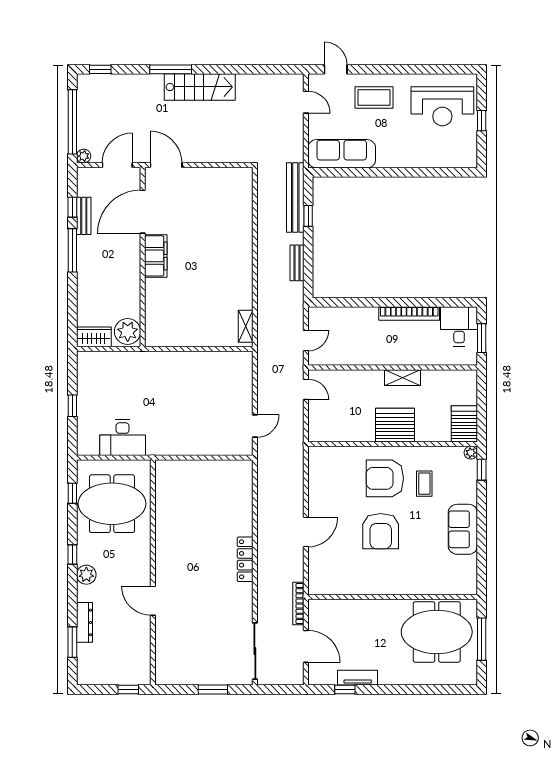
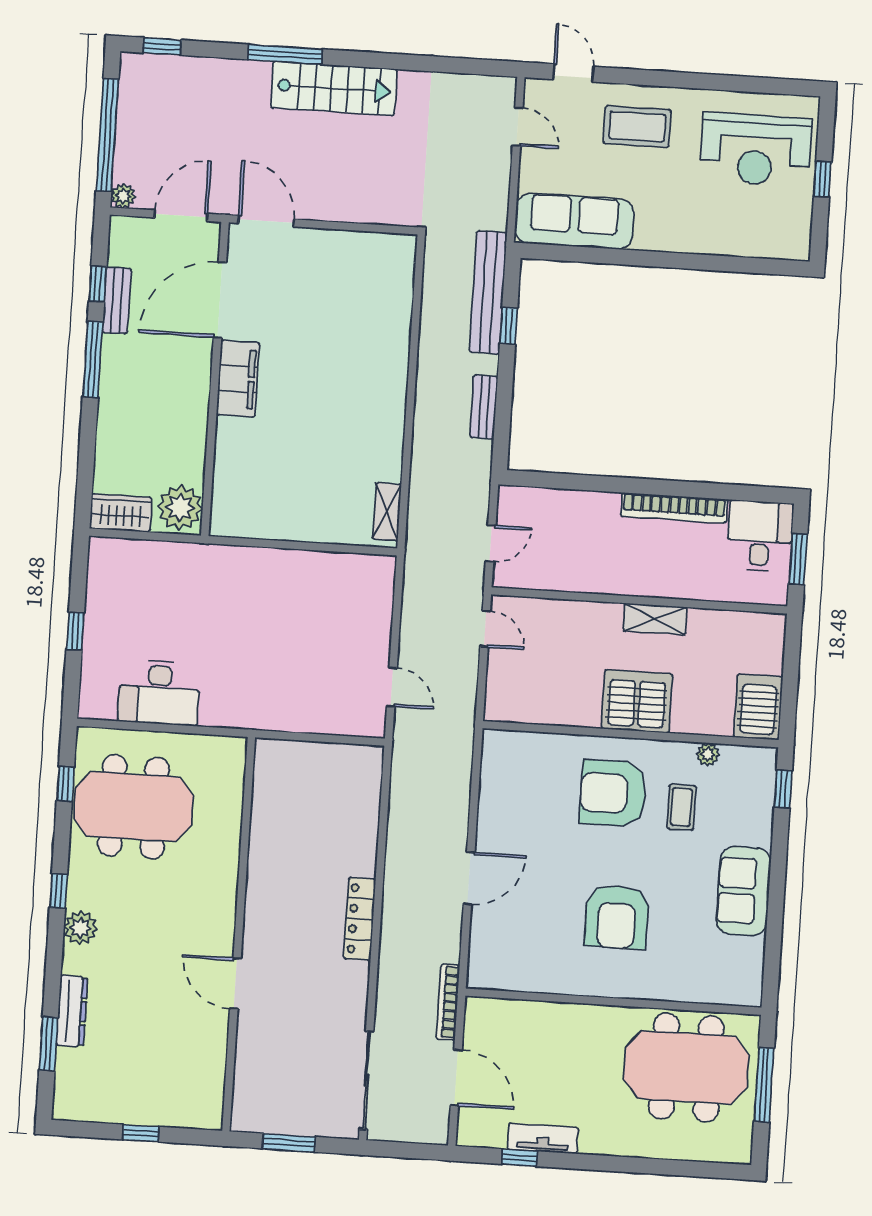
door: (255, 426) -> (392, 687), hinge flipped
plant: (471, 453) -> (708, 754), moved
armchair: (381, 531) -> (617, 917), moved
wall: (153, 572) -> (239, 934), moved
door: (153, 601) -> (235, 983), moved

